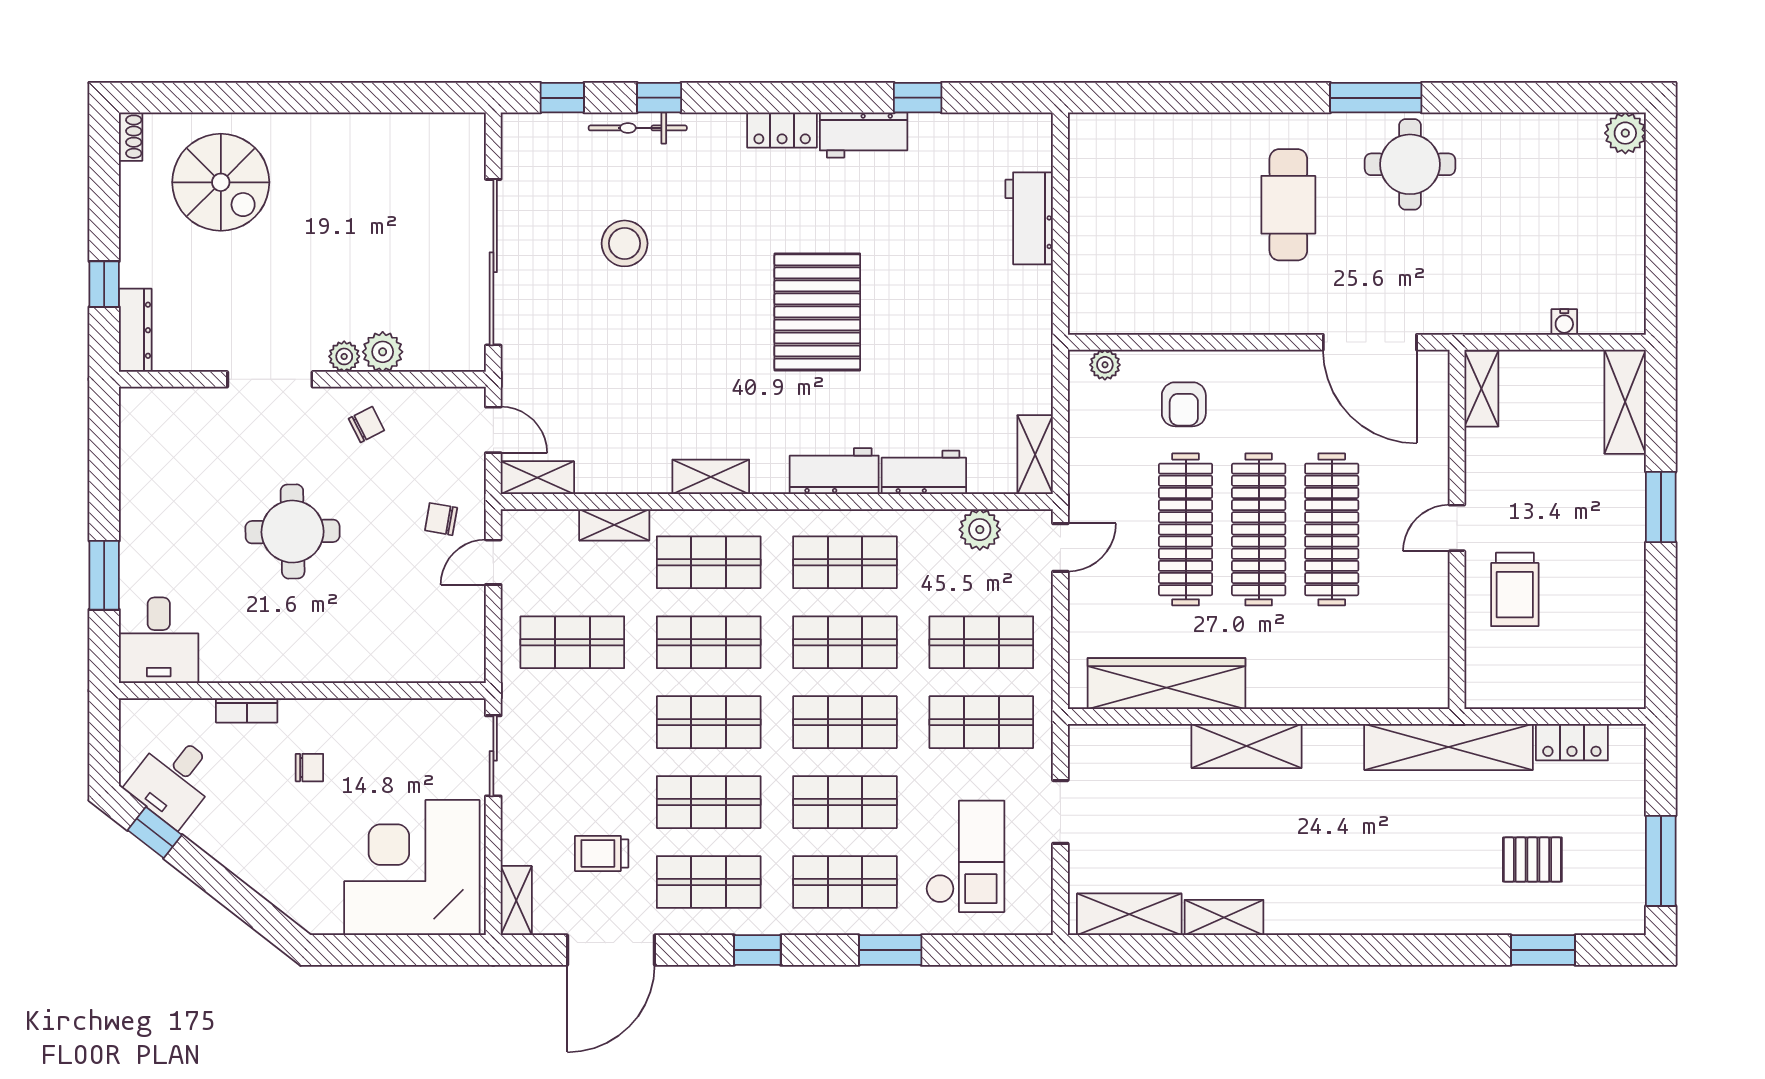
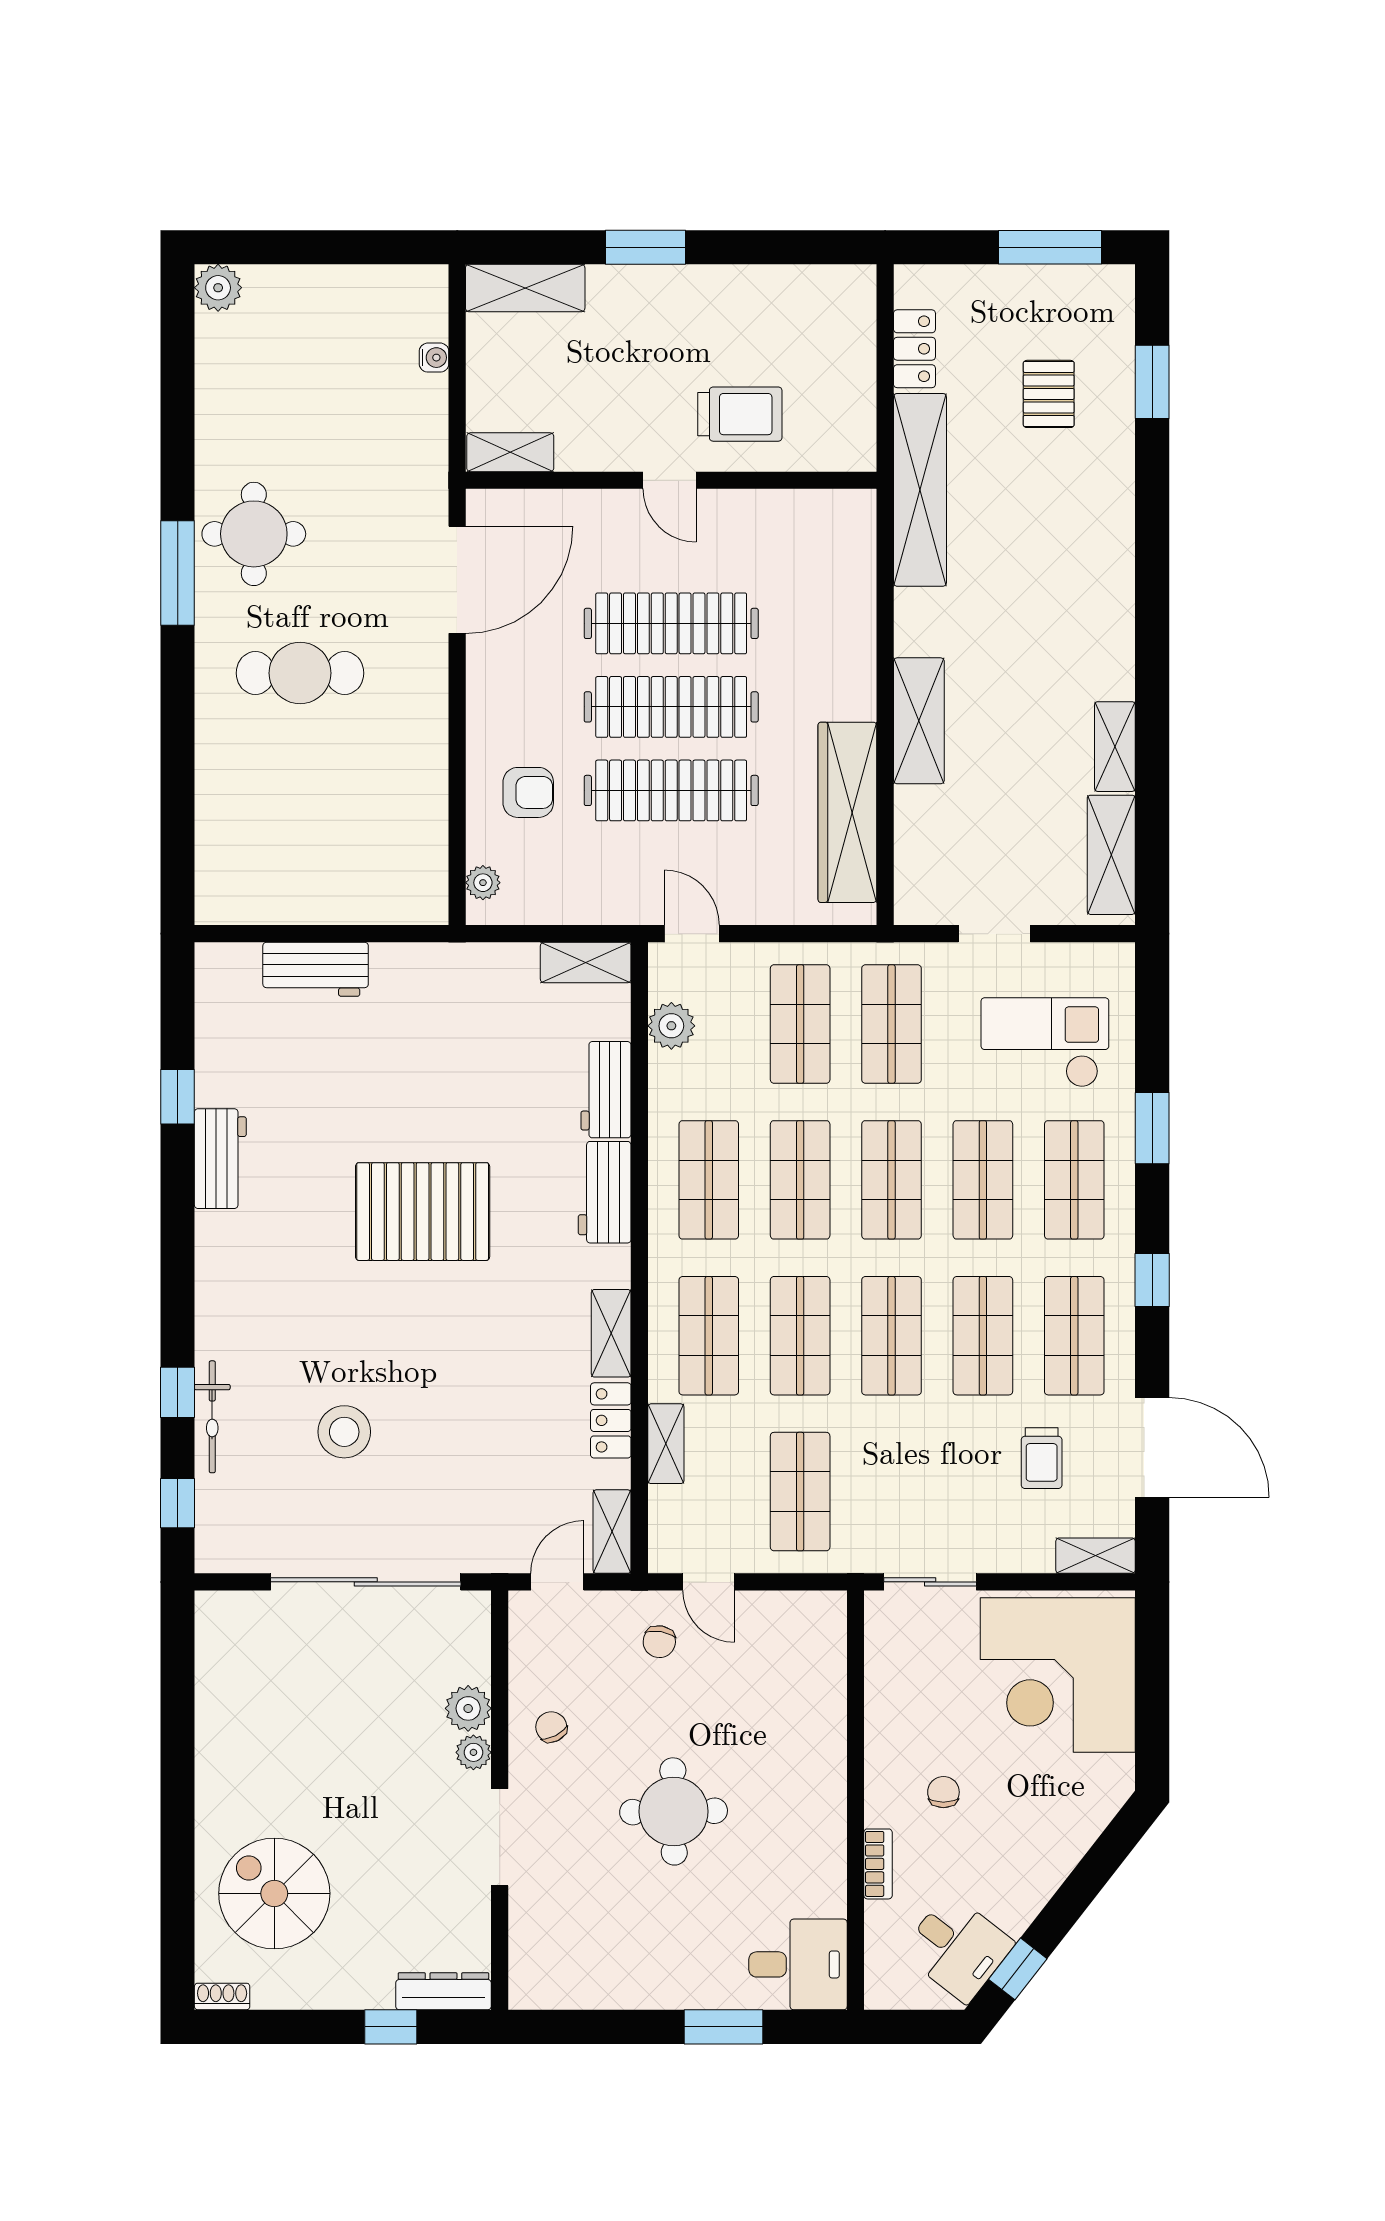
locker: (782, 130) -> (611, 1420), moved, turned 180
spiral stairs: (221, 182) -> (274, 1893), turned -90

